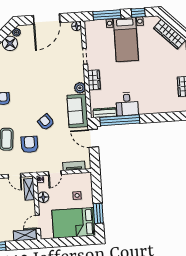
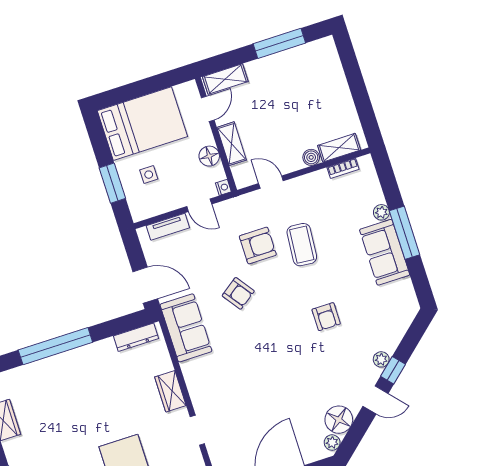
plant: (80, 88) -> (192, 371), removed
desk: (127, 104) -> (100, 363), removed
window: (120, 120) -> (55, 346), moved
armchair: (30, 144) -> (258, 246), turned -90
door: (55, 173) -> (199, 205), swing flipped
shelving: (29, 189) -> (232, 144), moved
window: (98, 213) -> (112, 183), moved

